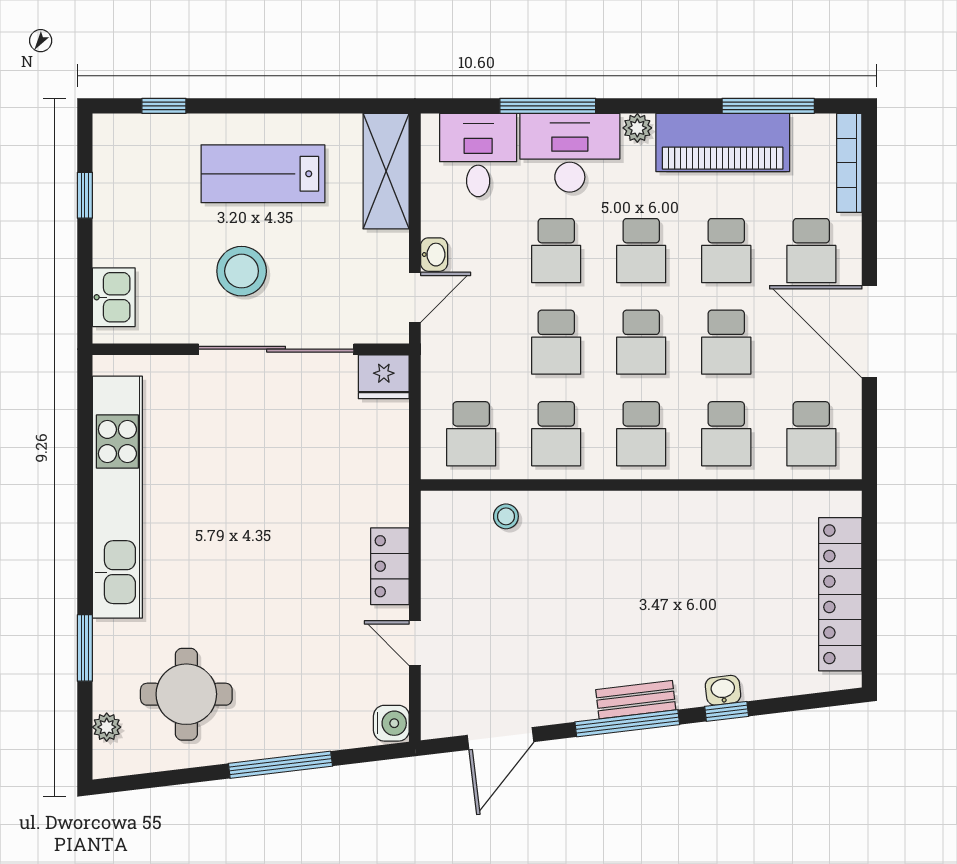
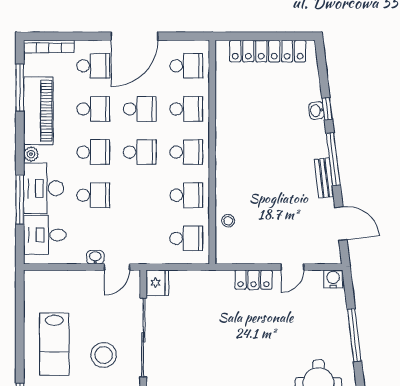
shelving: (386, 171) -> (53, 282), removed
door: (415, 297) -> (117, 267), swing flipped
school desk: (556, 342) -> (140, 195), removed
bench: (636, 700) -> (324, 178), moved

